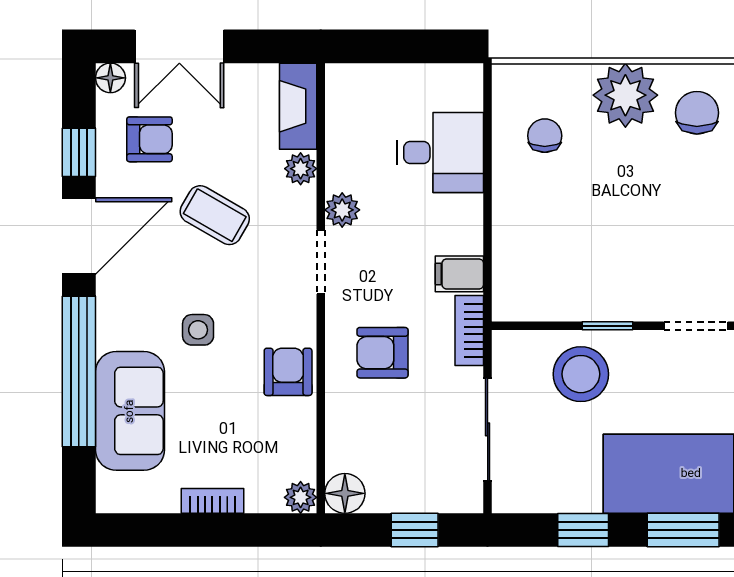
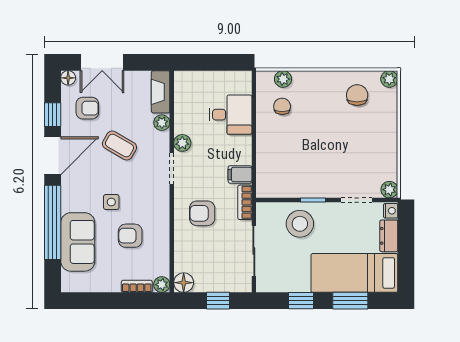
plant: (625, 95) -> (283, 79), moved, width x0.53, depth x0.53
armchair: (288, 372) -> (130, 236), moved, turned -90
bookcase: (212, 501) -> (137, 286), moved

